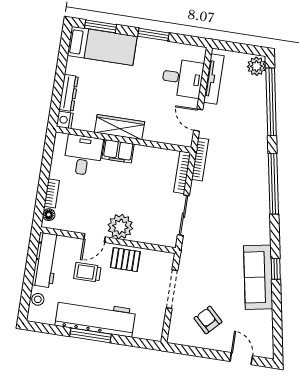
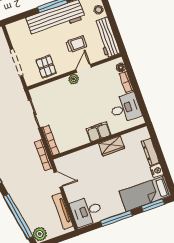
window: (153, 35) -> (116, 218), width x1.44
desk: (183, 78) -> (87, 211), moved
nightstand: (65, 120) -> (157, 171), moved
wardrobe: (119, 127) -> (111, 146), width x0.67
desk: (83, 155) -> (125, 108), moved, turned -90
plant: (120, 227) -> (74, 79), width x0.53, depth x0.53
pallet: (125, 260) -> (46, 67), moved, turned 90

